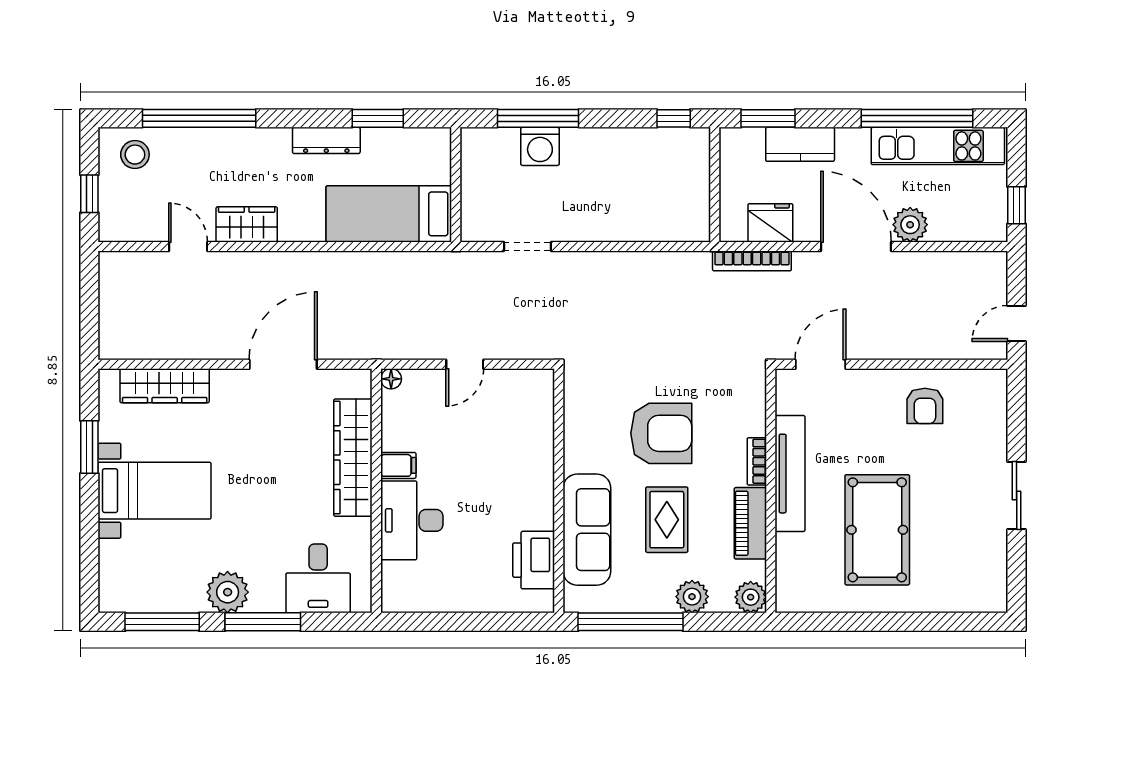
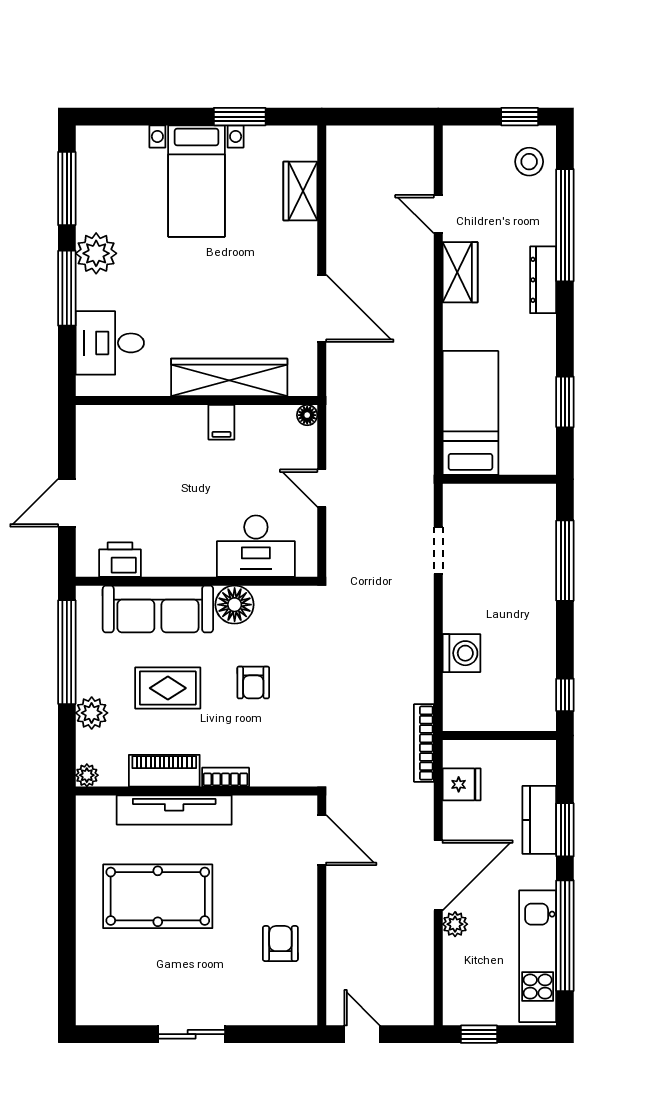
window: (768, 118) -> (565, 830), moved
dresser: (326, 140) -> (543, 280), moved
washing machine: (540, 146) -> (461, 653), moved, turned 180
window: (89, 194) -> (520, 117), moved
fridge: (770, 223) -> (462, 784), width x0.72
plant: (910, 225) -> (455, 924), width x0.73, depth x0.73
door: (188, 246) -> (438, 214), swing flipped
bookcase: (752, 261) -> (424, 743), moved
wardrobe: (165, 386) -> (300, 191), width x0.67
armchair: (925, 406) -> (280, 944), turned 90
armchair: (661, 433) -> (253, 682), width x0.53, depth x0.53
floor lamp: (583, 452) -> (235, 605), added
tv unit: (790, 474) -> (174, 810), moved
desk: (412, 520) -> (256, 546), moved, turned 180
printer: (534, 560) -> (120, 560), width x0.73, depth x0.84
plant: (751, 597) -> (87, 775), width x0.73, depth x0.73
door: (480, 622) -> (67, 503), added

